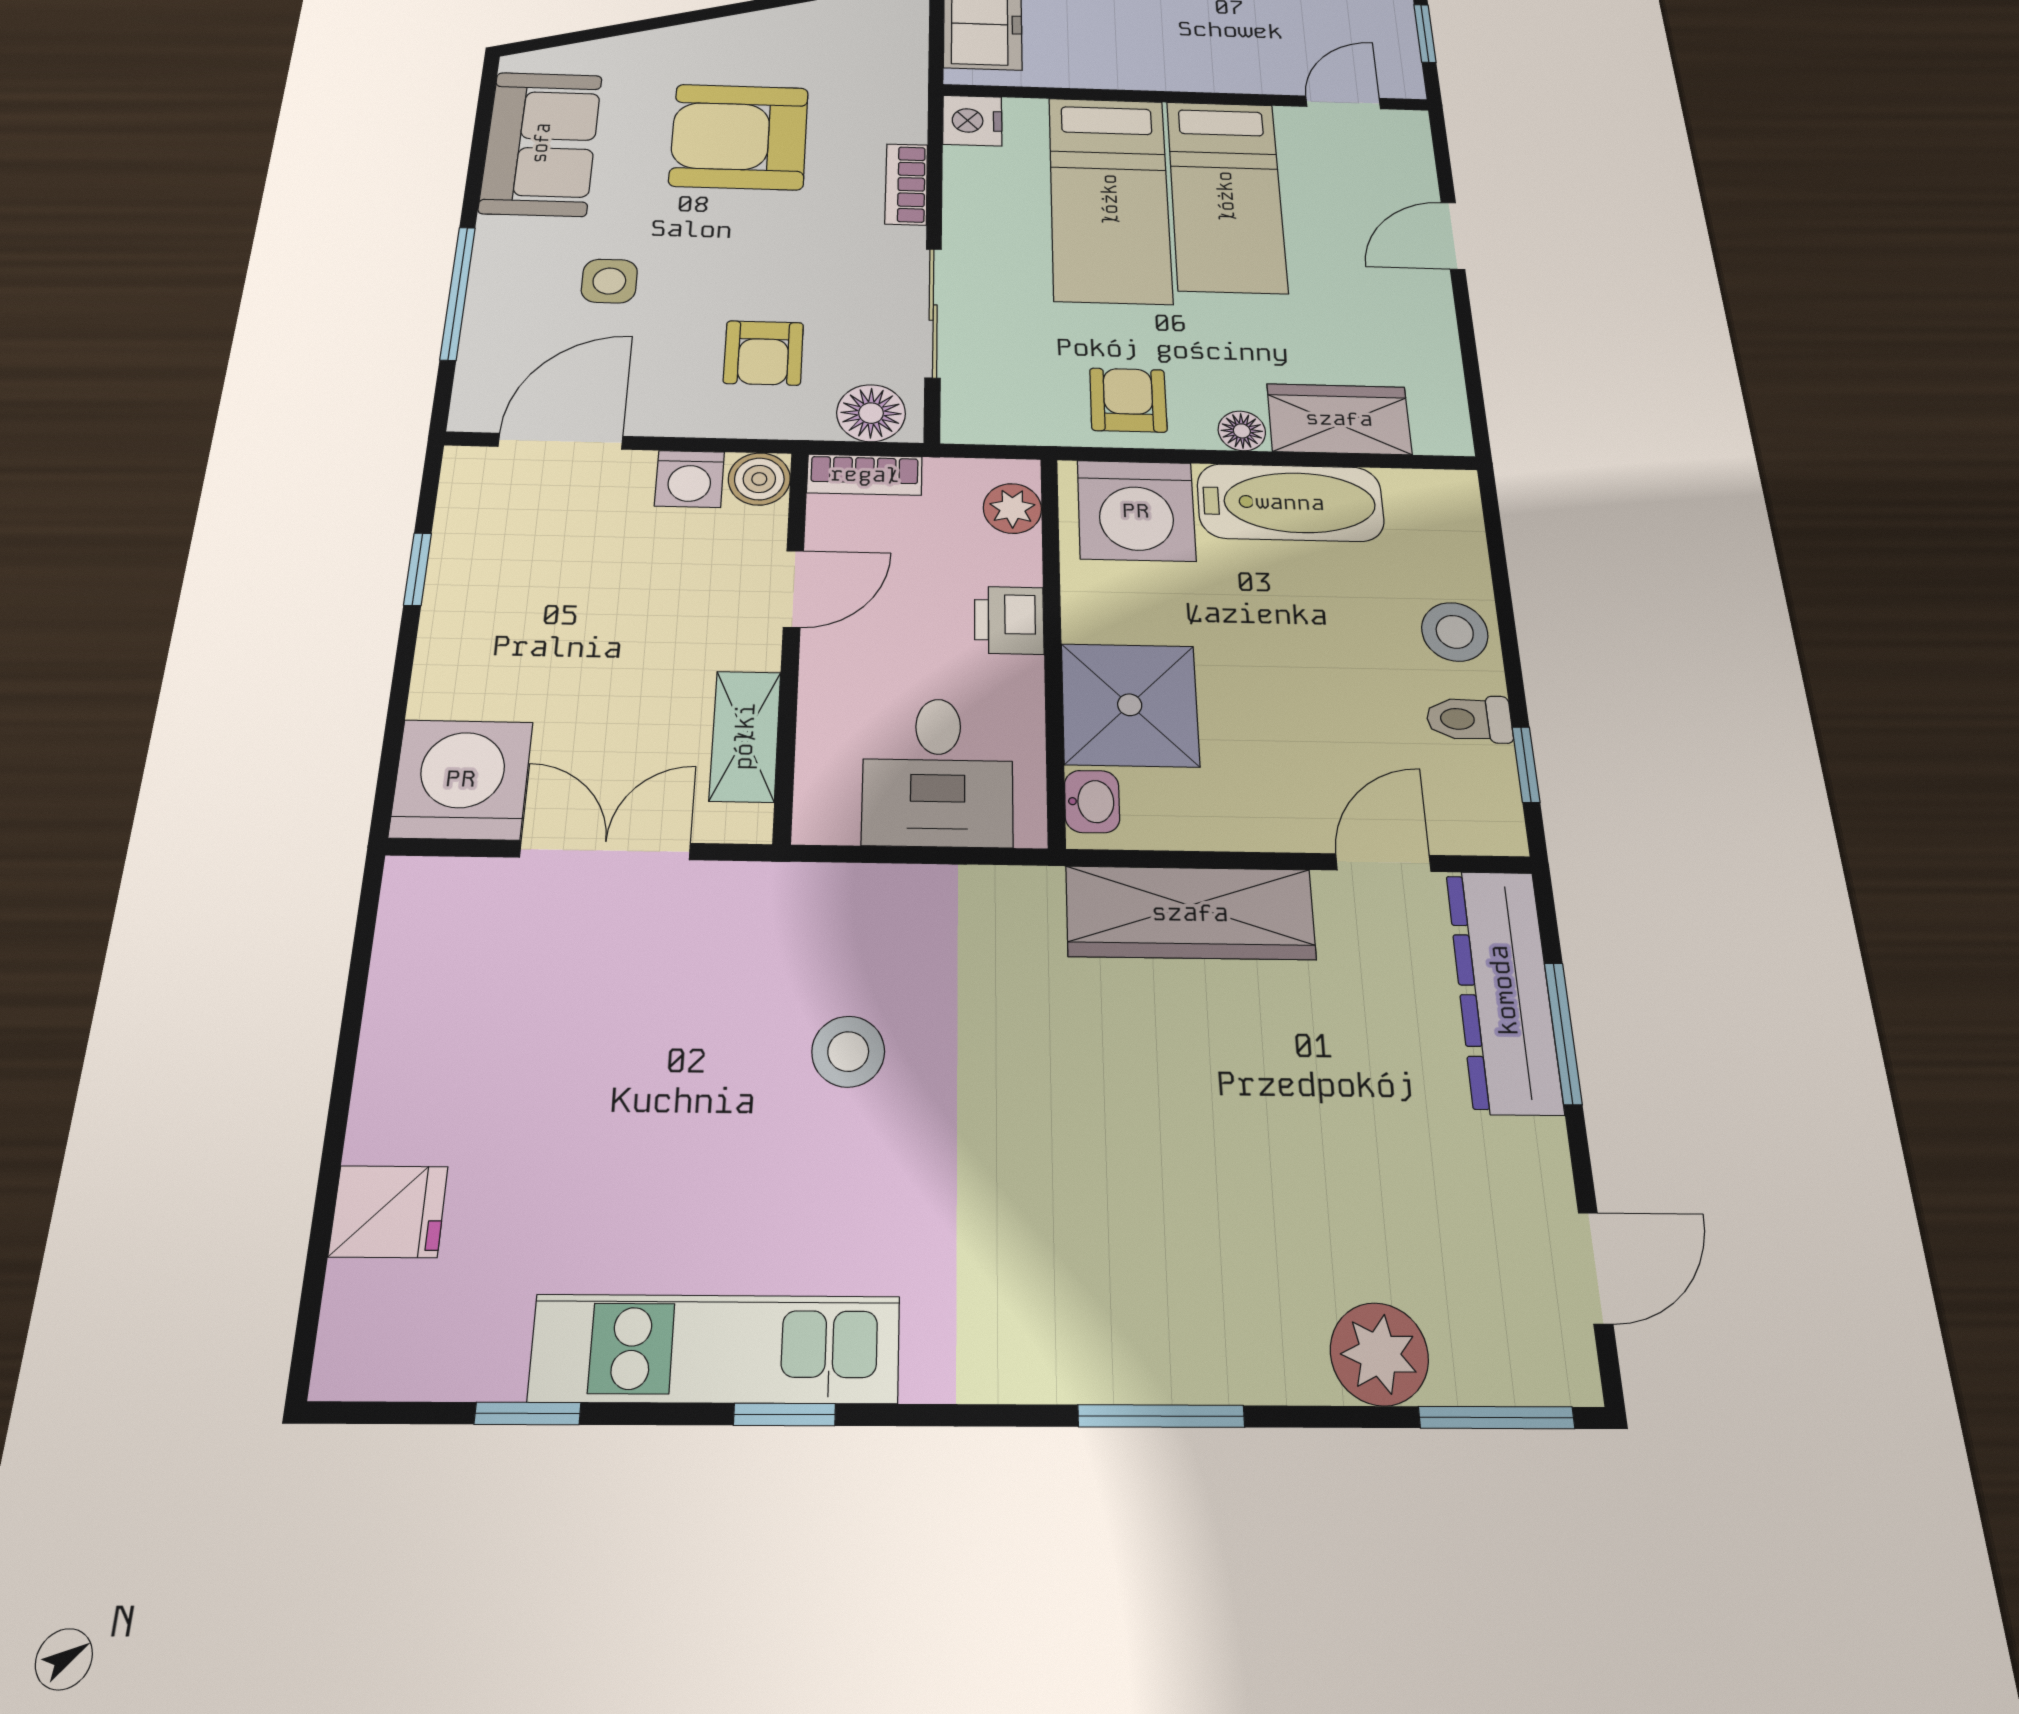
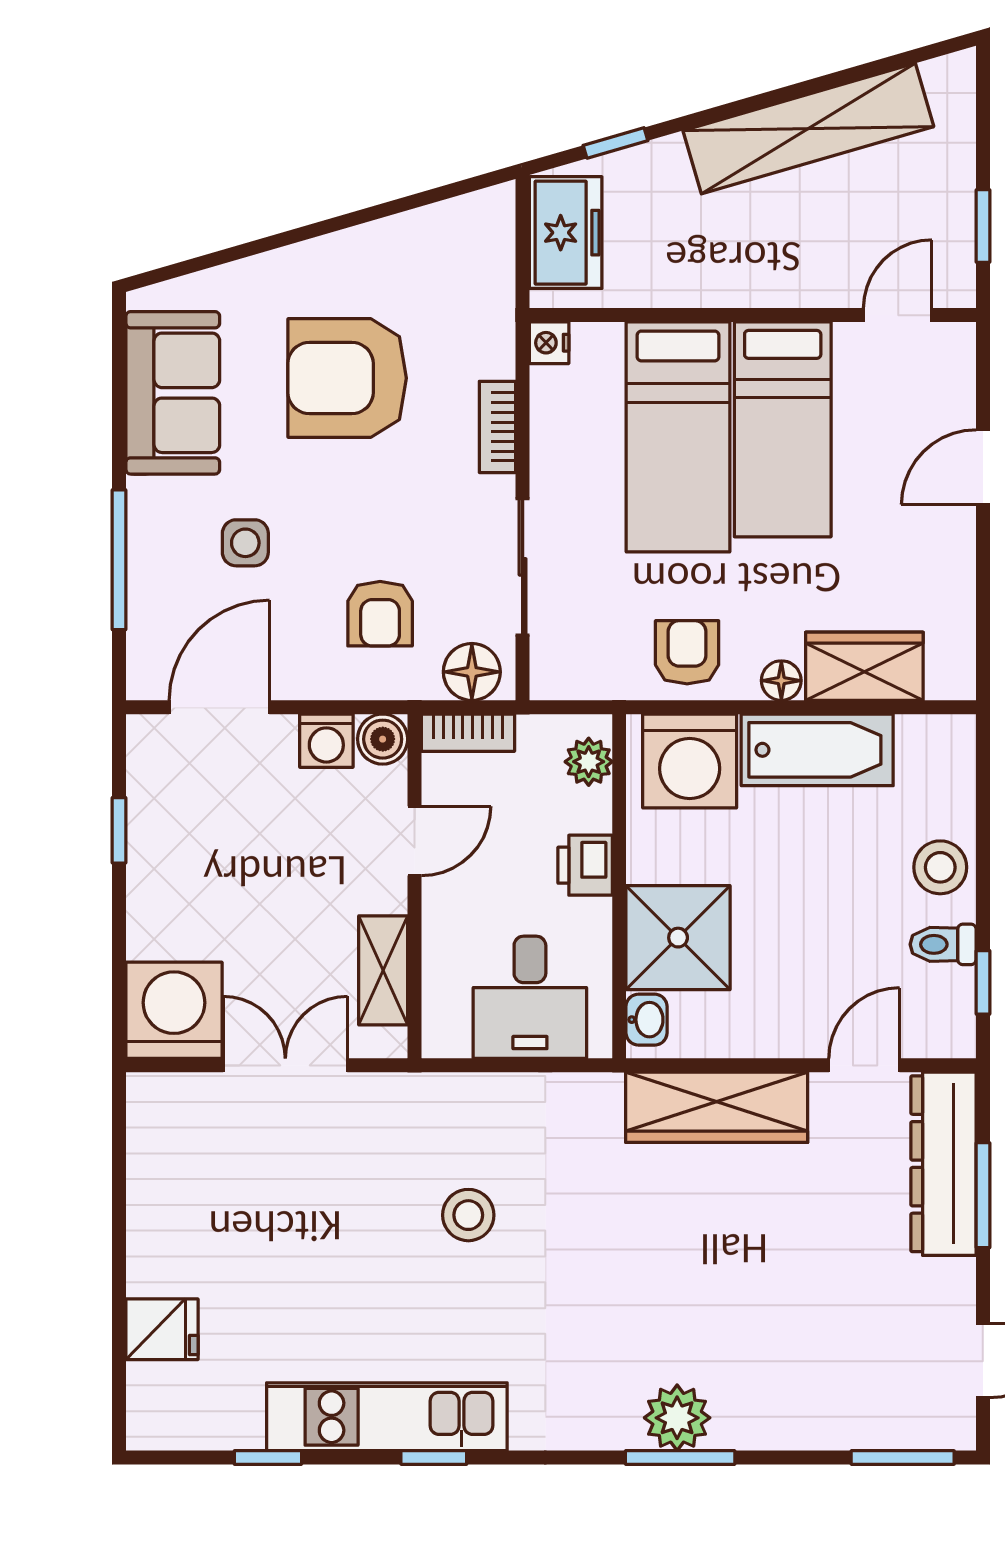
nightstand: (972, 121) -> (549, 343), width x0.72, depth x0.74
plant: (1379, 1354) -> (677, 1418), moved

